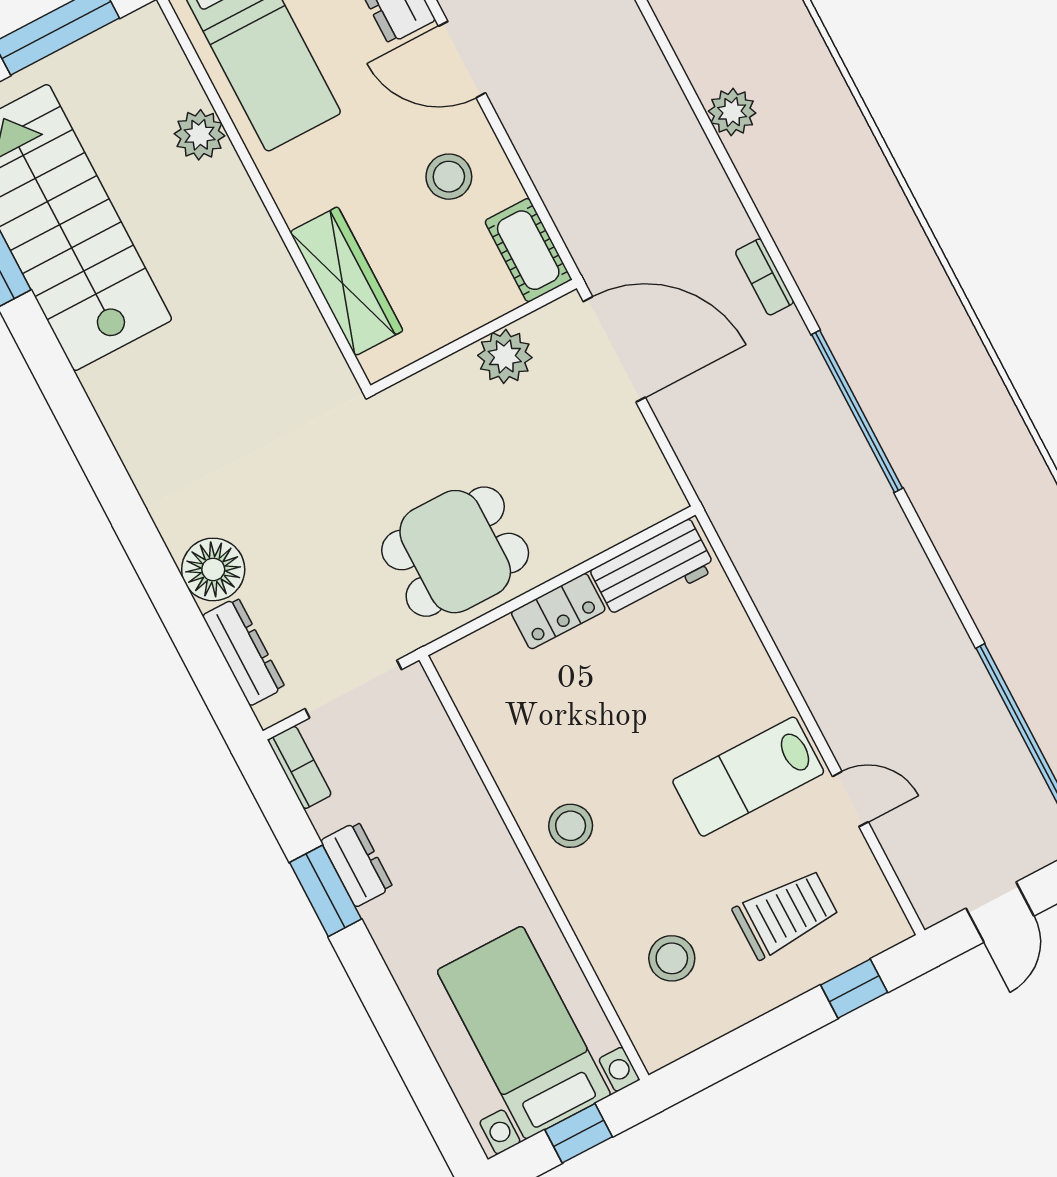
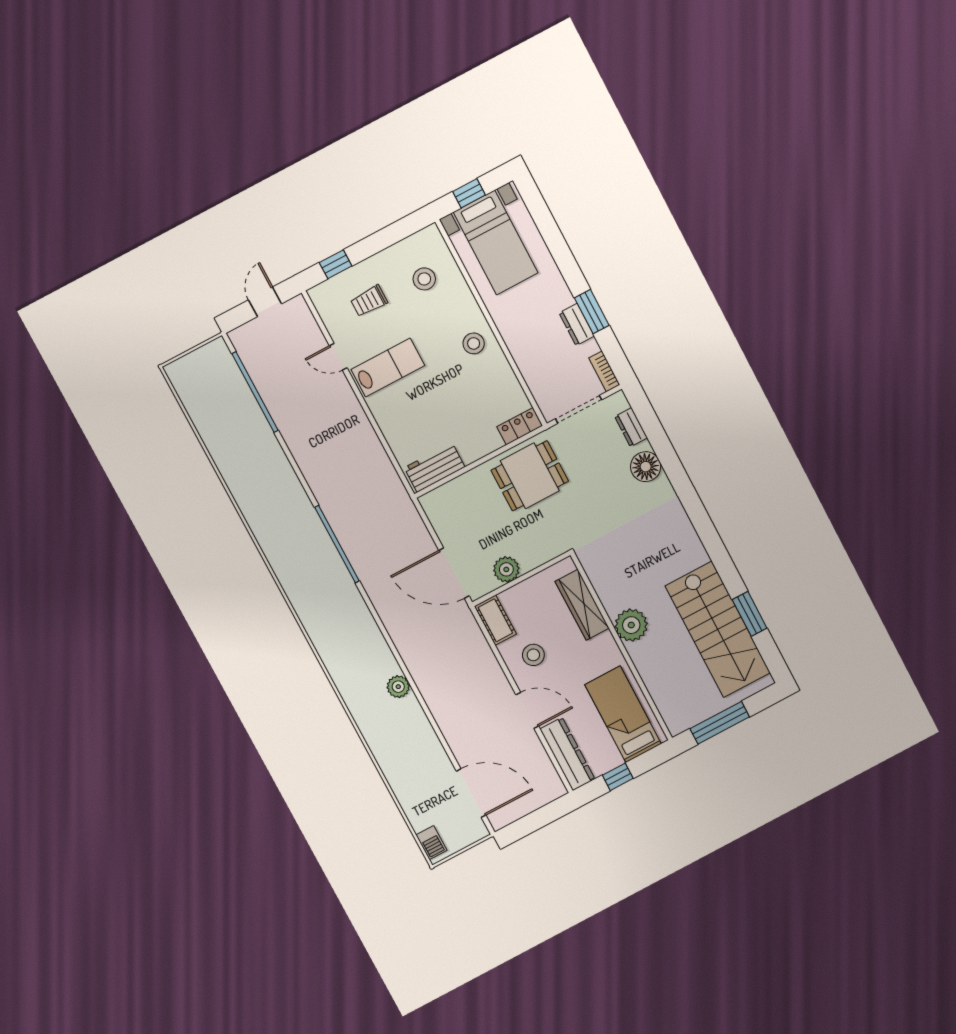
plant: (200, 135) -> (631, 625), moved, width x1.36, depth x1.36
bookcase: (765, 277) -> (382, 608), removed
locker: (558, 611) -> (520, 426), moved
dresser: (244, 652) -> (631, 427), width x0.70
trolley: (786, 914) -> (369, 301), width x0.73, depth x0.72

